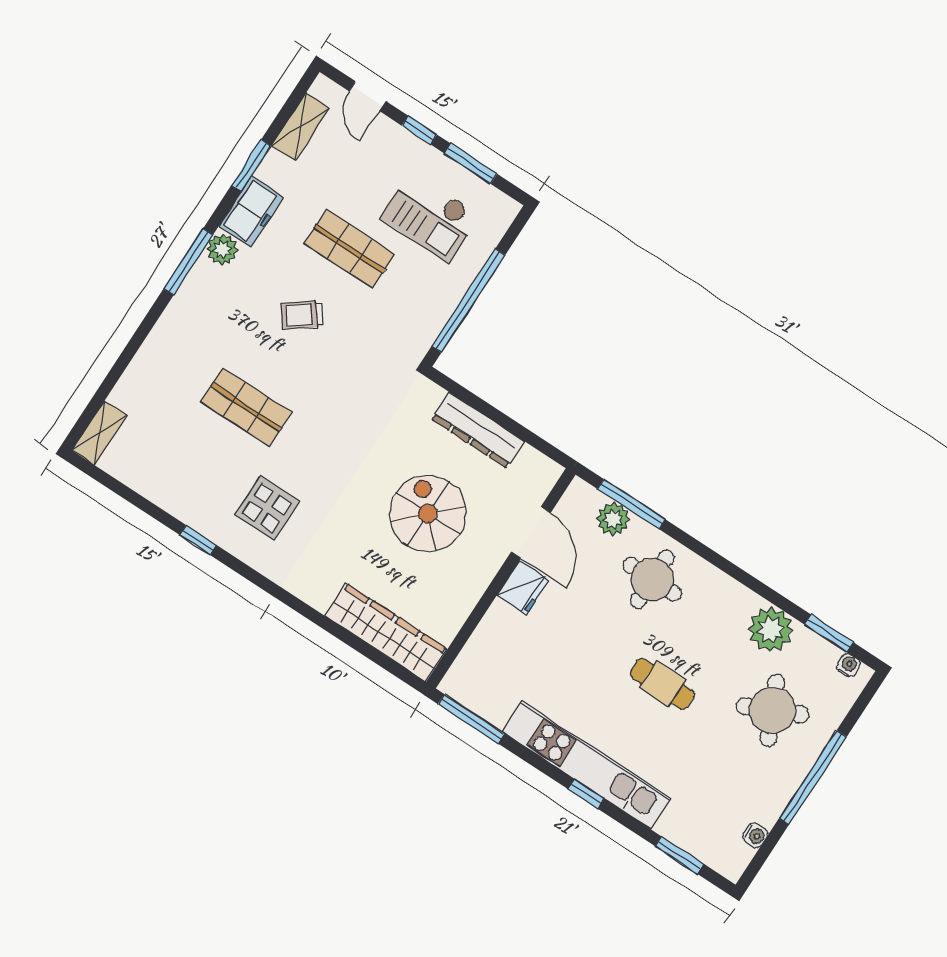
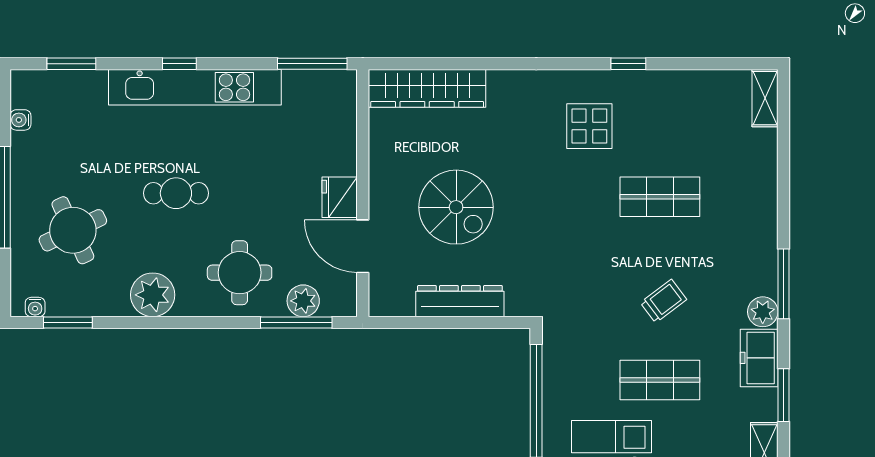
plant: (771, 629) -> (153, 295), moved

